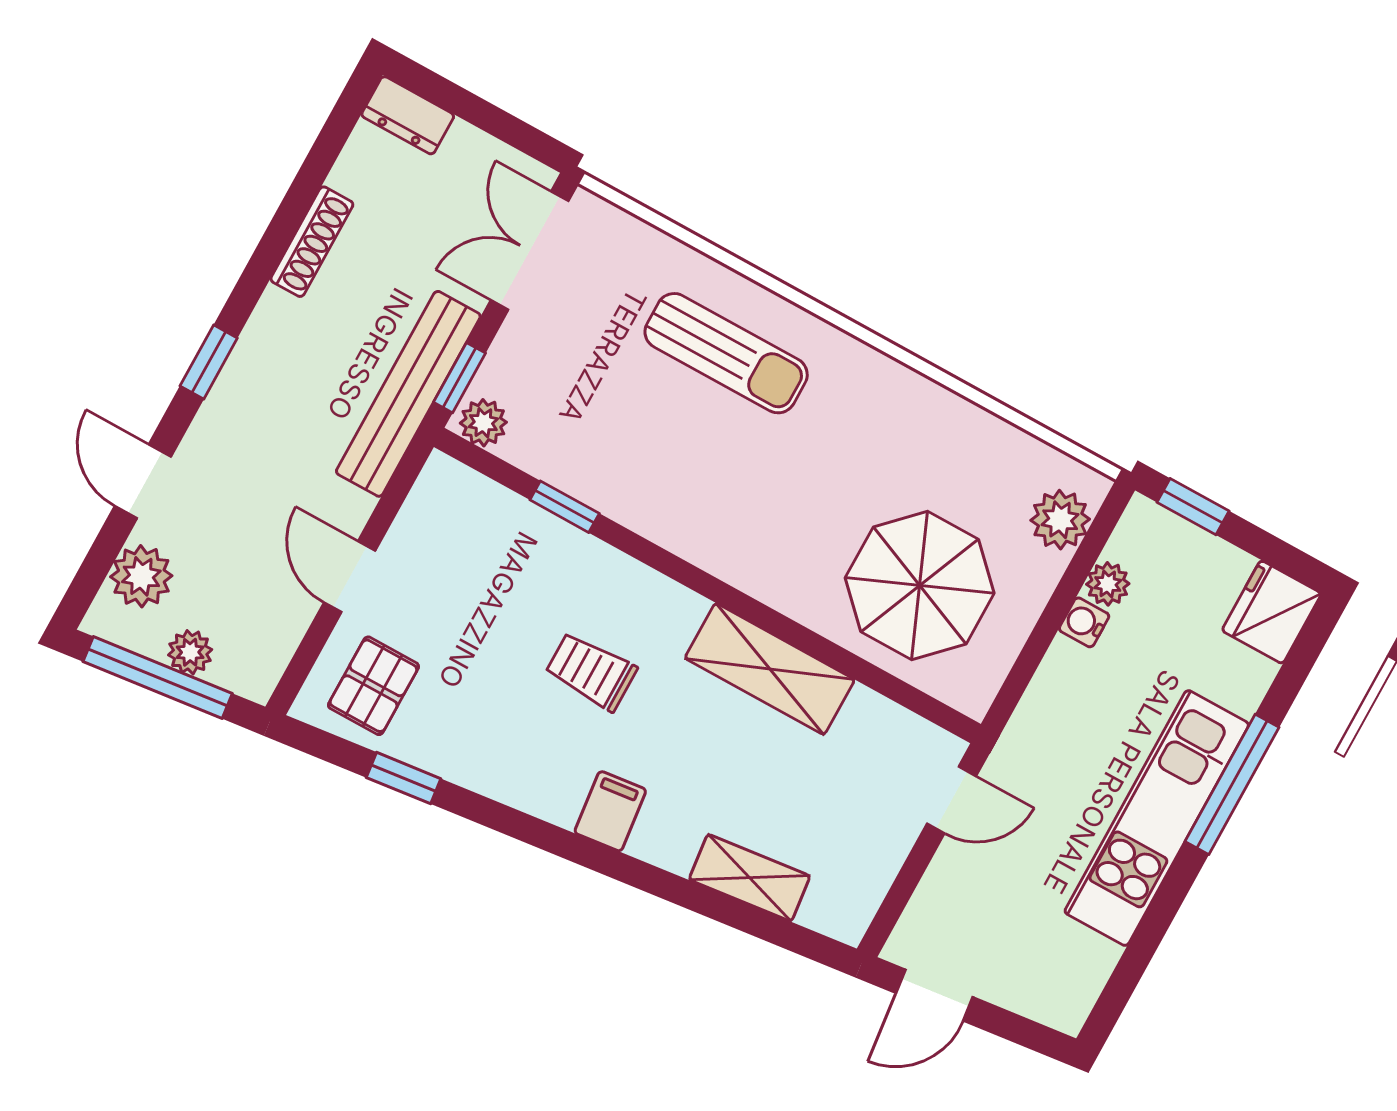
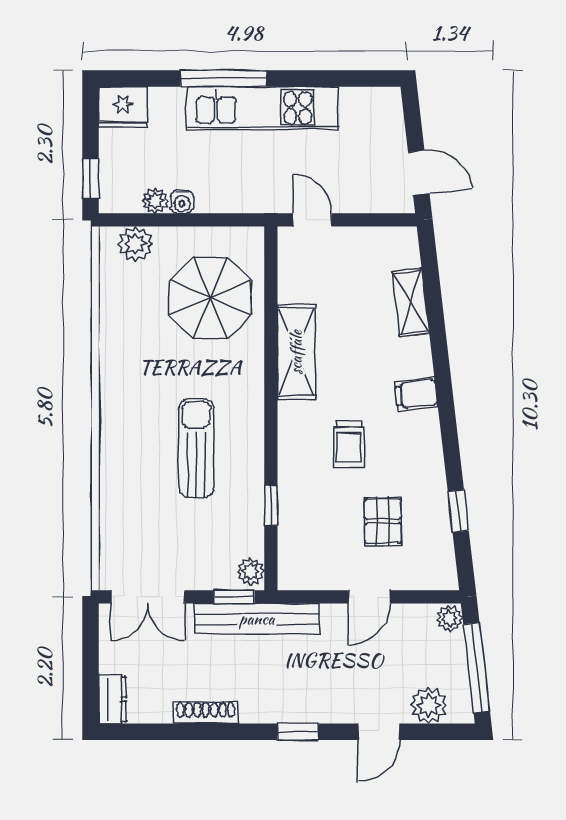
sun lounger: (726, 353) -> (196, 448), moved
plant: (190, 652) -> (450, 619), moved
pallet: (373, 686) -> (383, 521), moved, turned 90

